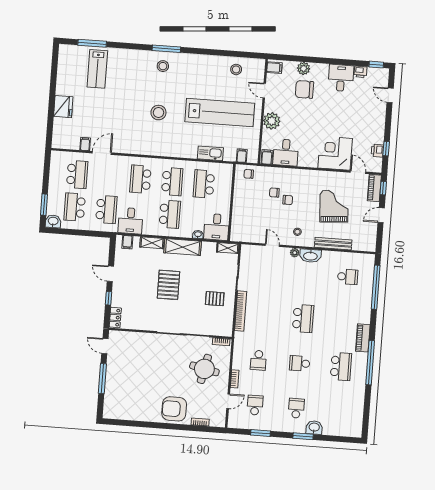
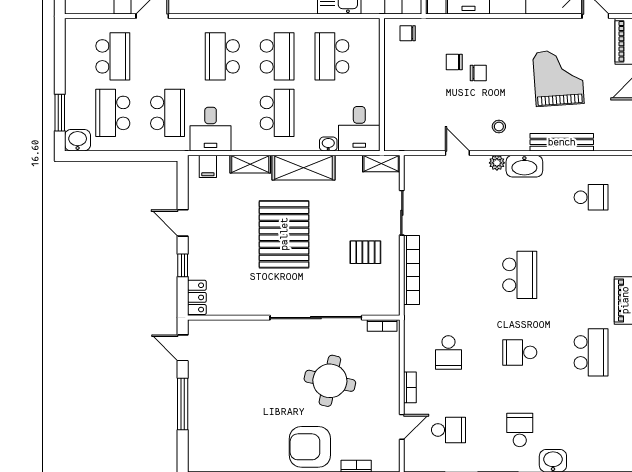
pallet: (168, 285) -> (284, 234), width x1.37, depth x1.41
round table: (204, 369) -> (330, 381), moved
school desk: (255, 405) -> (448, 430), turned 90

